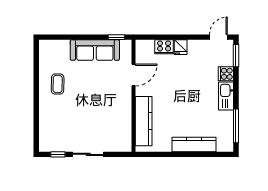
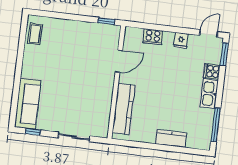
fridge: (181, 47) -> (181, 40), moved
sofa: (95, 50) -> (28, 104), moved, turned -90
coffee table: (58, 84) -> (35, 34), moved
kitchen counter: (194, 144) -> (171, 139), width x0.67
sliding door: (88, 154) -> (74, 137), moved

